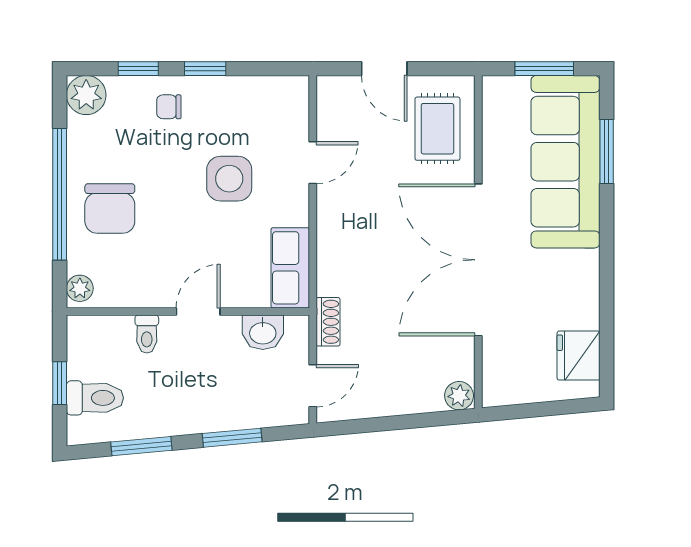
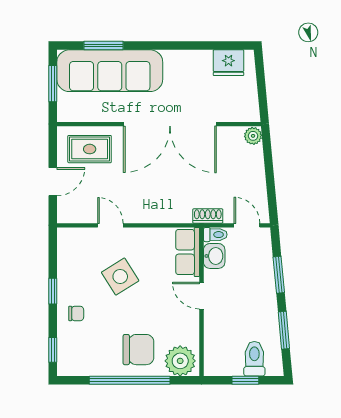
window: (138, 69) -> (53, 350), moved
plant: (86, 95) -> (69, 364), removed
chair: (169, 107) -> (76, 313), turned -90
side table: (229, 179) -> (120, 277), turned -32
row of seats: (290, 268) -> (188, 252), moved, turned 90
plant: (80, 288) -> (180, 361), width x1.88, depth x1.88
toilet: (147, 334) -> (215, 235), moved

